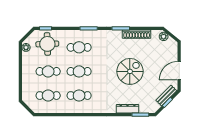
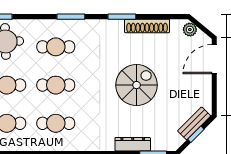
door: (179, 71) -> (214, 59), moved

